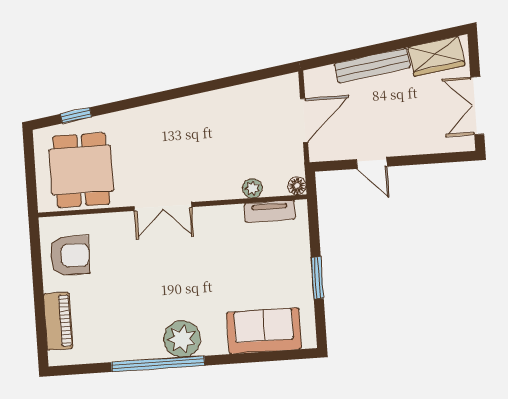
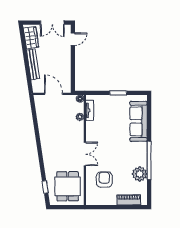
door: (372, 163) -> (73, 39), moved
dining table: (81, 170) -> (68, 186), turned 90
armchair: (70, 256) -> (104, 180), moved
sofa: (264, 331) -> (138, 121), width x1.36
plant: (182, 339) -> (140, 174), moved

